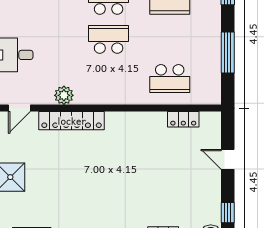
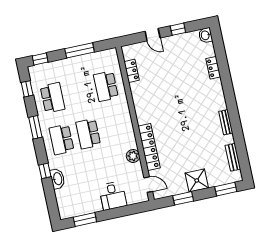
school desk: (170, 79) -> (106, 86), turned 180
door: (228, 159) -> (153, 35), hinge flipped
window: (228, 213) -> (178, 29), moved

